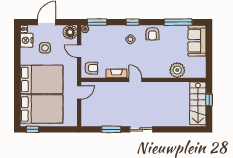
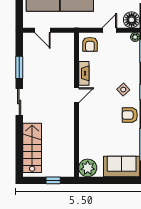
plant: (177, 70) -> (88, 168), moved
door: (79, 92) -> (42, 30), moved
stairs: (198, 103) -> (32, 148), moved, turned 90

